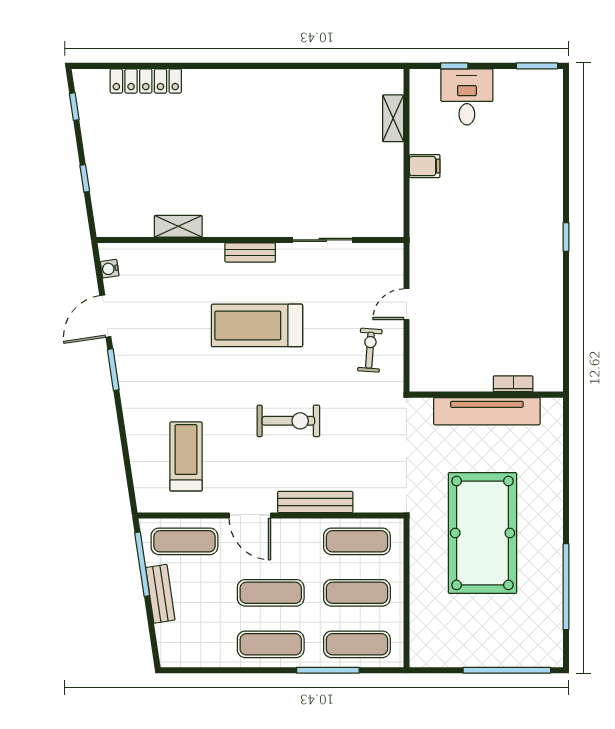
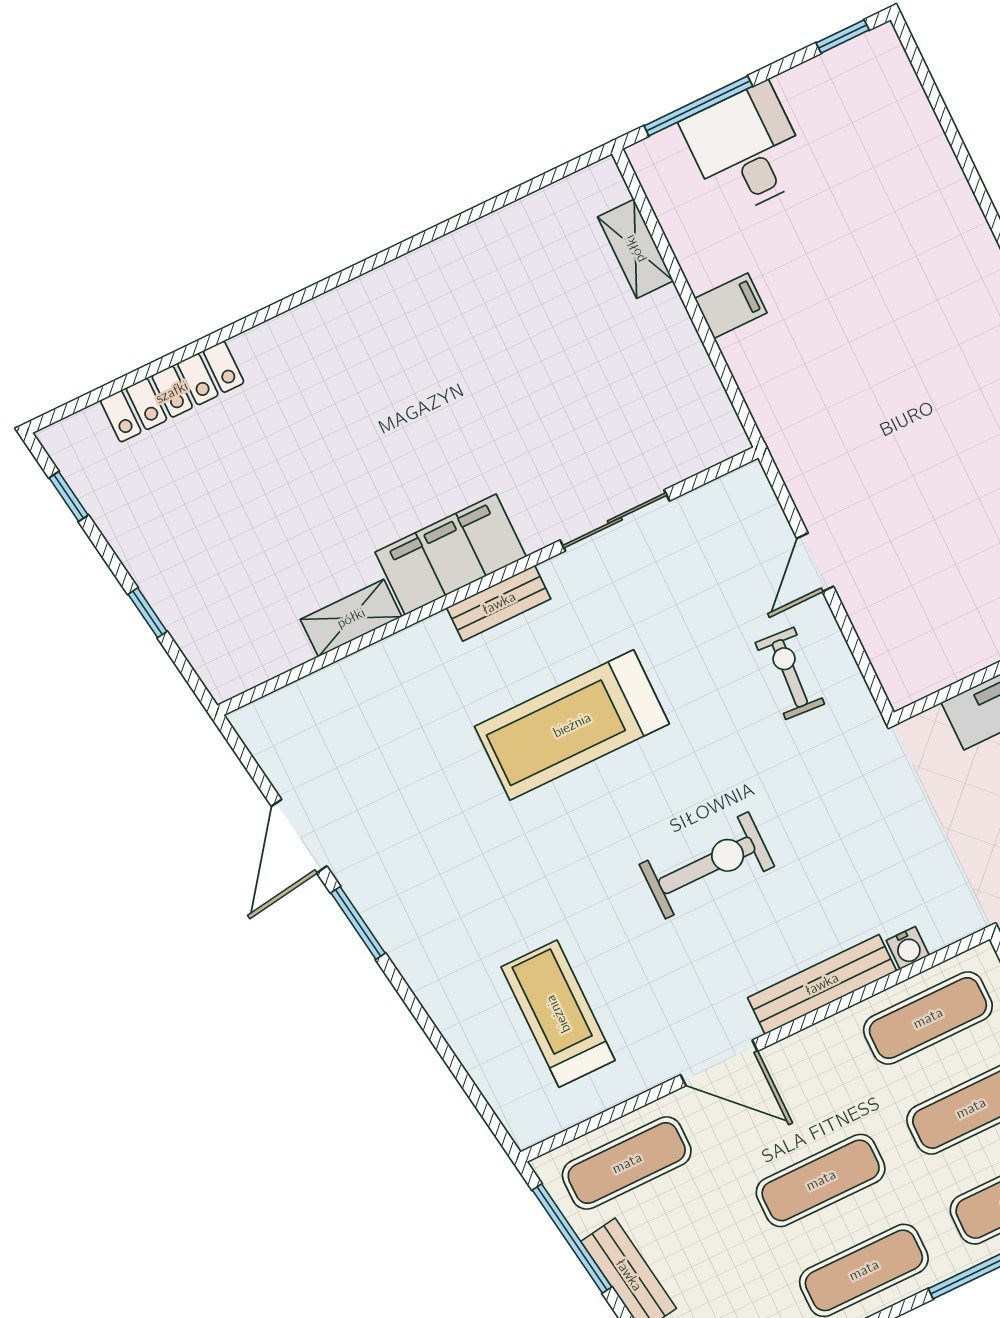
window: (454, 66) -> (698, 106), width x2.17
window: (537, 66) -> (843, 36), width x0.67
filing cabinet: (239, 219) -> (451, 554), added
water cooler: (110, 269) -> (908, 948), moved, turned -82

